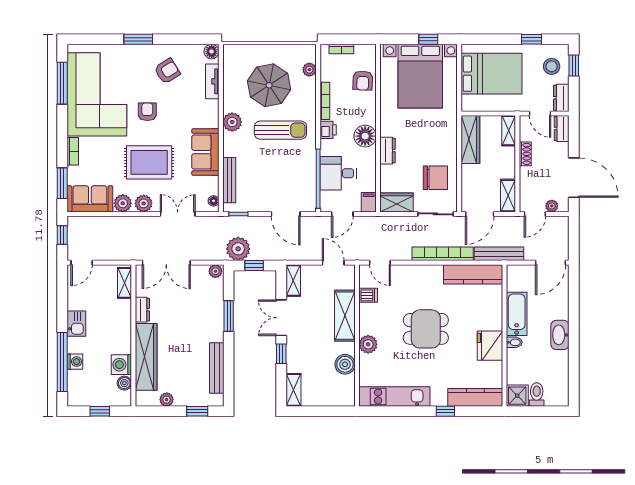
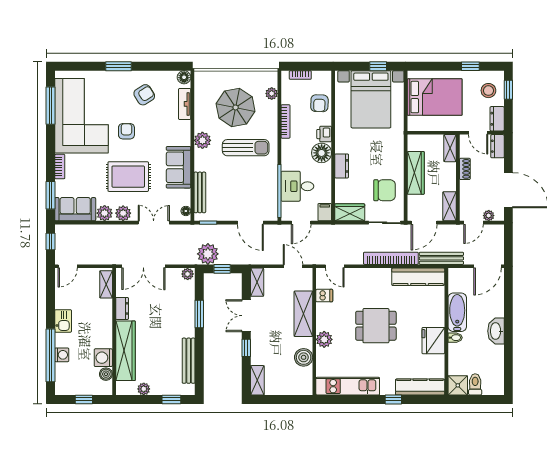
printer: (328, 130) -> (324, 134), moved, turned 180
wardrobe: (470, 139) -> (416, 173), moved

